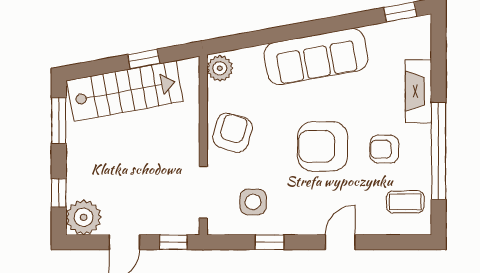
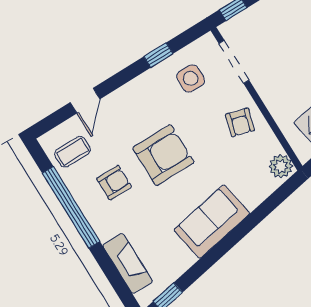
sofa: (316, 57) -> (212, 222), width x0.73
fireplace: (418, 91) -> (128, 264), moved
armchair: (233, 133) -> (240, 122), width x0.72, depth x0.72
door: (340, 242) -> (85, 101), moved

